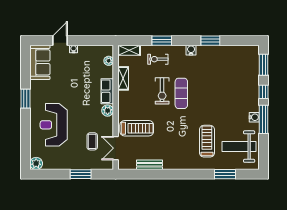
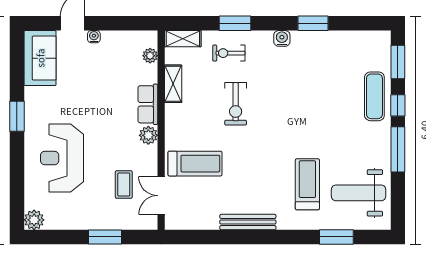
exercise mat: (181, 93) -> (374, 96), moved
water cooler: (254, 117) -> (383, 146), removed
bench: (150, 165) -> (248, 222), moved, width x1.36

